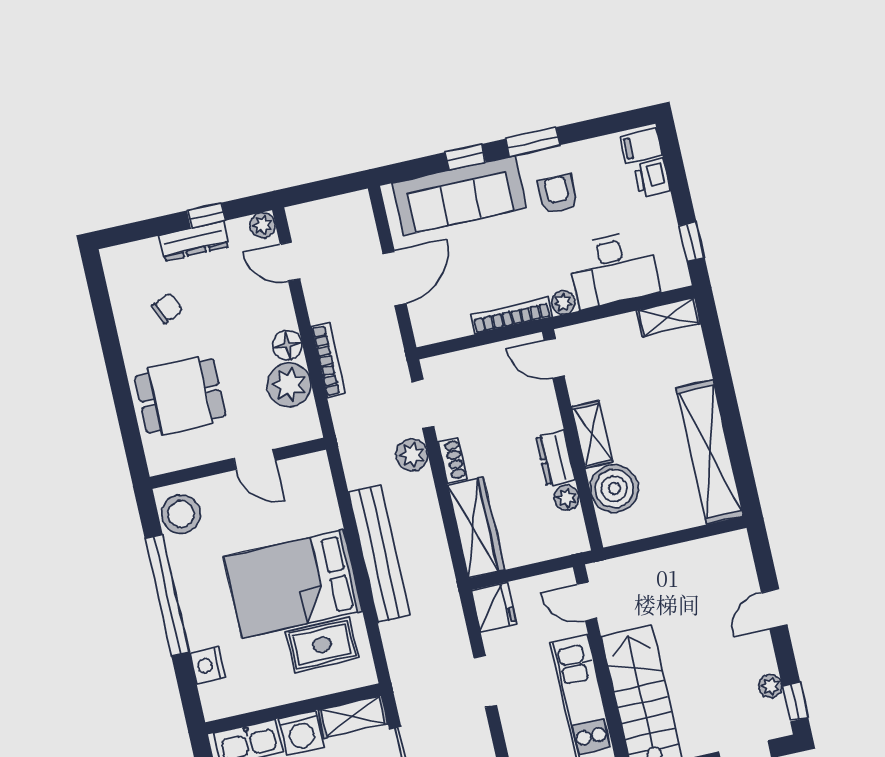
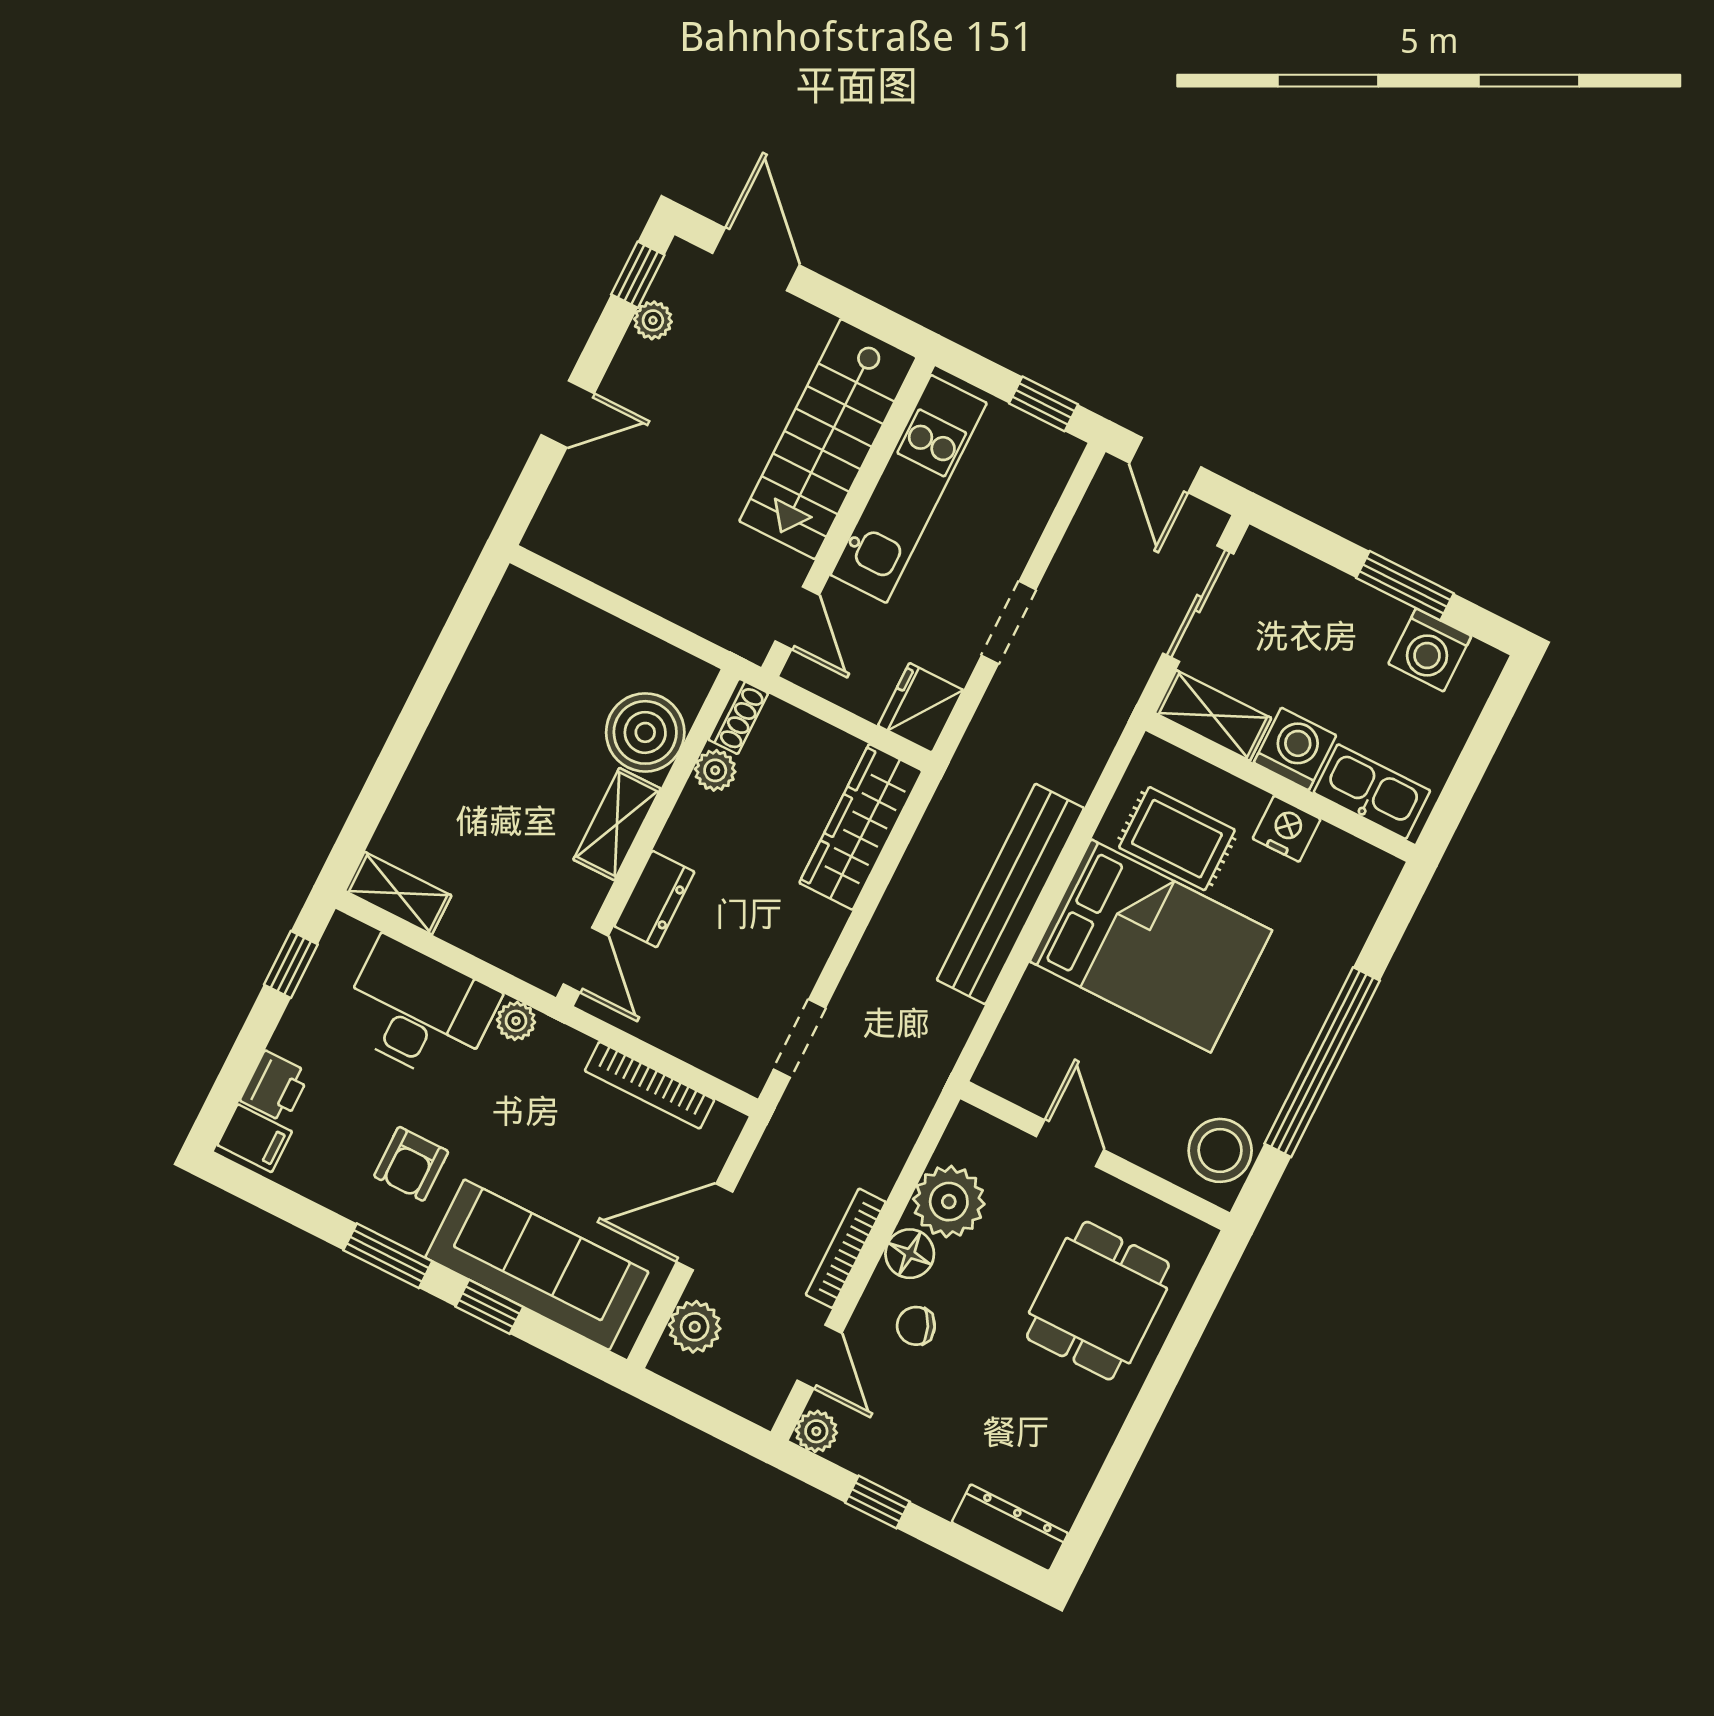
dresser: (194, 241) -> (1010, 1528), moved
chair: (167, 308) -> (916, 1326), moved
bookcase: (511, 316) -> (650, 1085), moved
bookcase: (328, 360) -> (846, 1248), moved
dining table: (180, 396) -> (1098, 1301), turned 90
shelving: (710, 452) -> (486, 680), removed
plant: (412, 455) -> (695, 1327), moved
dresser: (555, 458) -> (654, 899), moved
shoe rack: (452, 460) -> (738, 716), moved, turned 180
nightstand: (207, 665) -> (1287, 829), moved, turned -90

